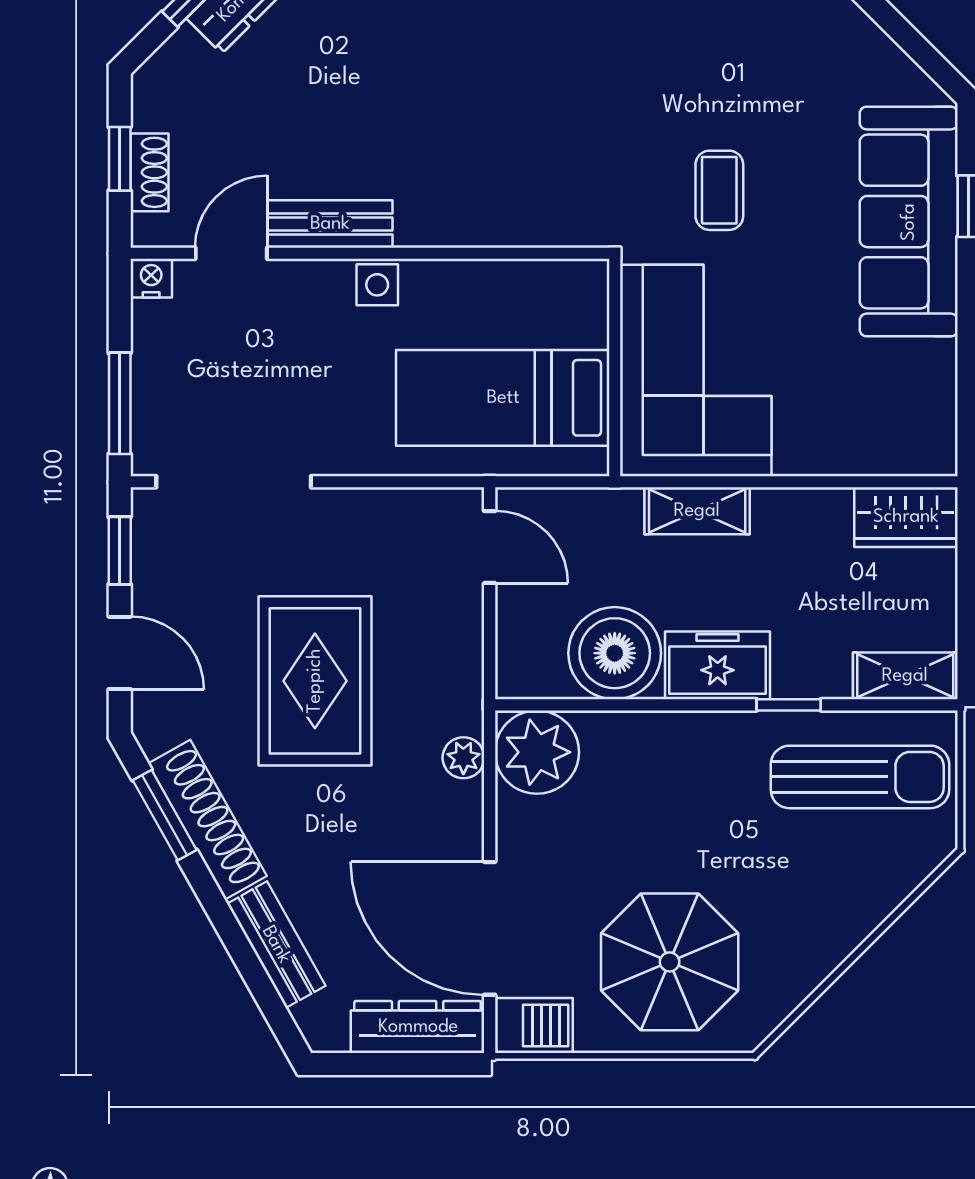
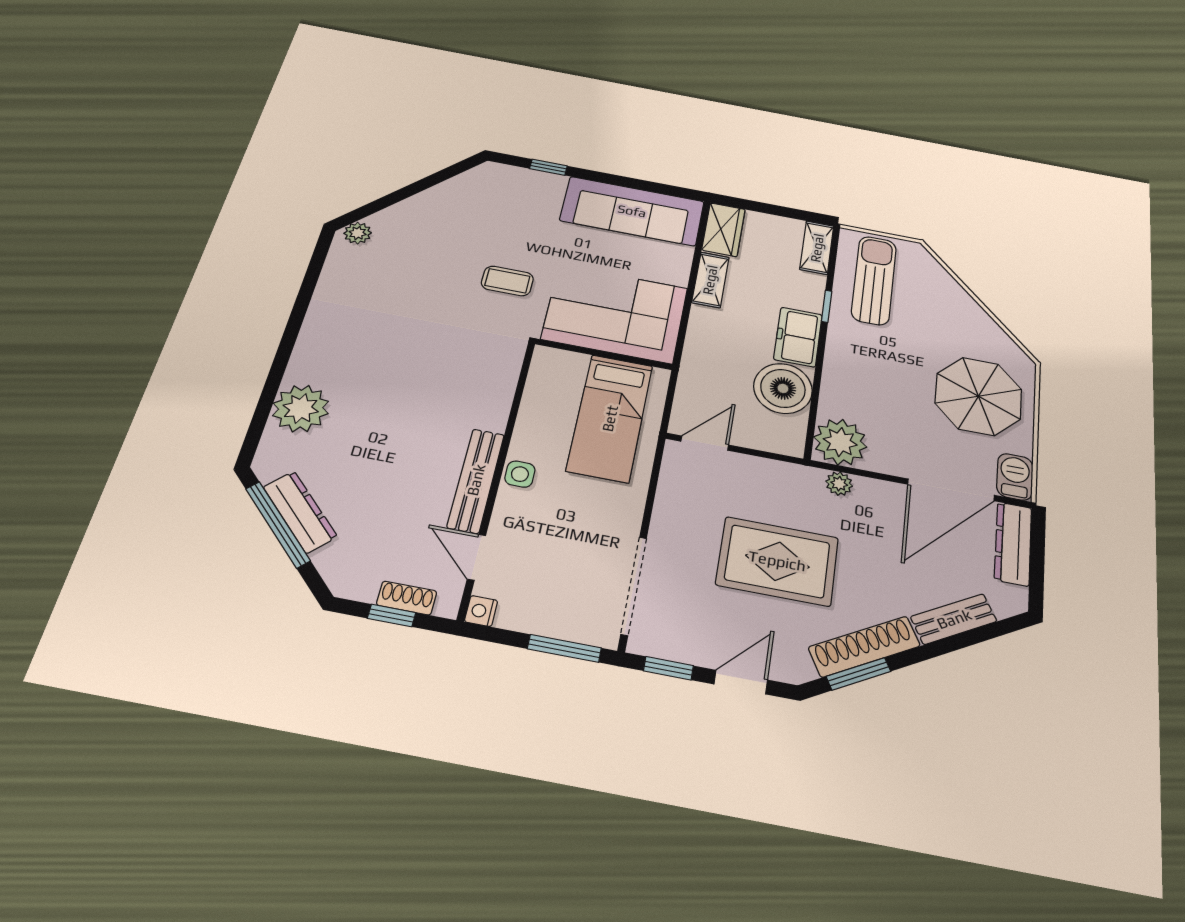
sofa: (909, 222) -> (632, 211), moved
bench: (330, 224) -> (476, 480), width x1.36
shelving: (697, 511) -> (710, 280), moved

